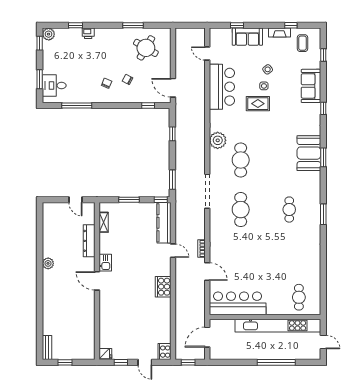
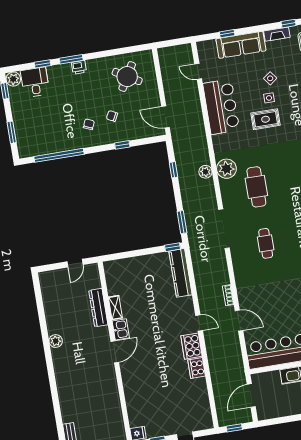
window: (133, 25) -> (71, 59), moved
printer: (88, 33) -> (79, 67), moved
sofa: (247, 37) -> (241, 45), width x1.36
desk: (54, 85) -> (35, 82), moved, turned 90
window: (77, 106) -> (59, 155), width x1.46
window: (148, 106) -> (122, 145), moved
plant: (199, 140) -> (205, 172), added
door: (75, 200) -> (75, 263), hinge flipped
window: (129, 200) -> (136, 253), removed
cafe table: (241, 210) -> (266, 243), width x0.73, depth x0.74
shelving: (104, 222) -> (115, 308), moved
door: (173, 251) -> (199, 323), moved
door: (97, 281) -> (115, 352), swing flipped
cooker: (164, 352) -> (197, 368), moved

